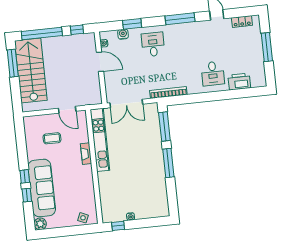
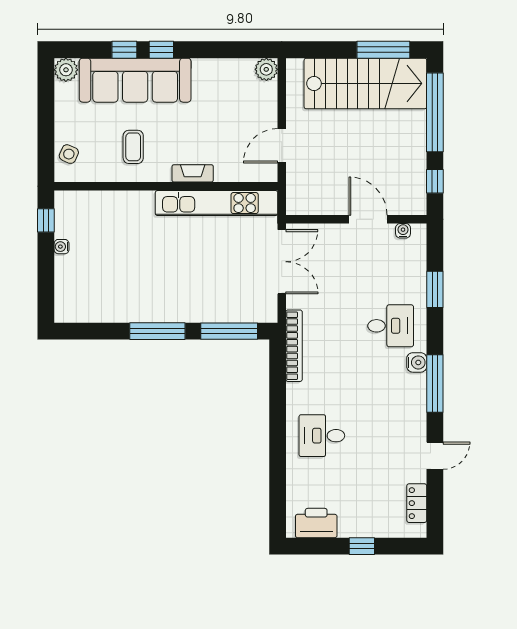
water cooler: (123, 34) -> (417, 362), moved
window: (267, 47) -> (362, 546), width x0.46
door: (100, 62) -> (368, 219), swing flipped
printer: (239, 82) -> (316, 523), moved, turned -90
double door: (126, 103) -> (282, 262), swing flipped
plant: (29, 122) -> (266, 69), added
coffee table: (52, 138) -> (133, 147), moved

